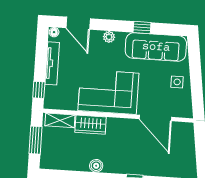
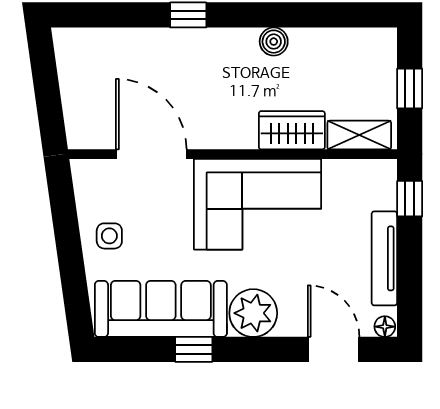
plant: (109, 37) -> (253, 313), width x1.88, depth x1.88
window: (35, 140) -> (410, 89), width x0.67

